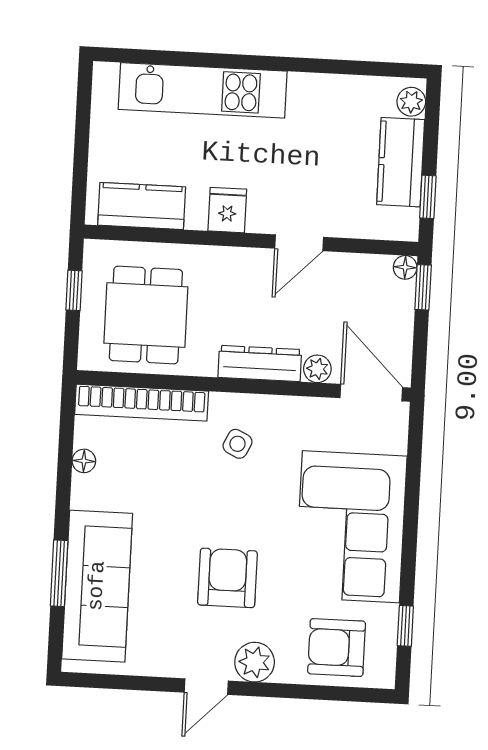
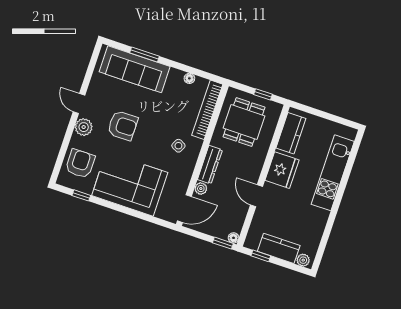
fridge: (227, 210) -> (282, 170), width x1.88, depth x1.34
dining table: (146, 315) -> (244, 122), turned 90

